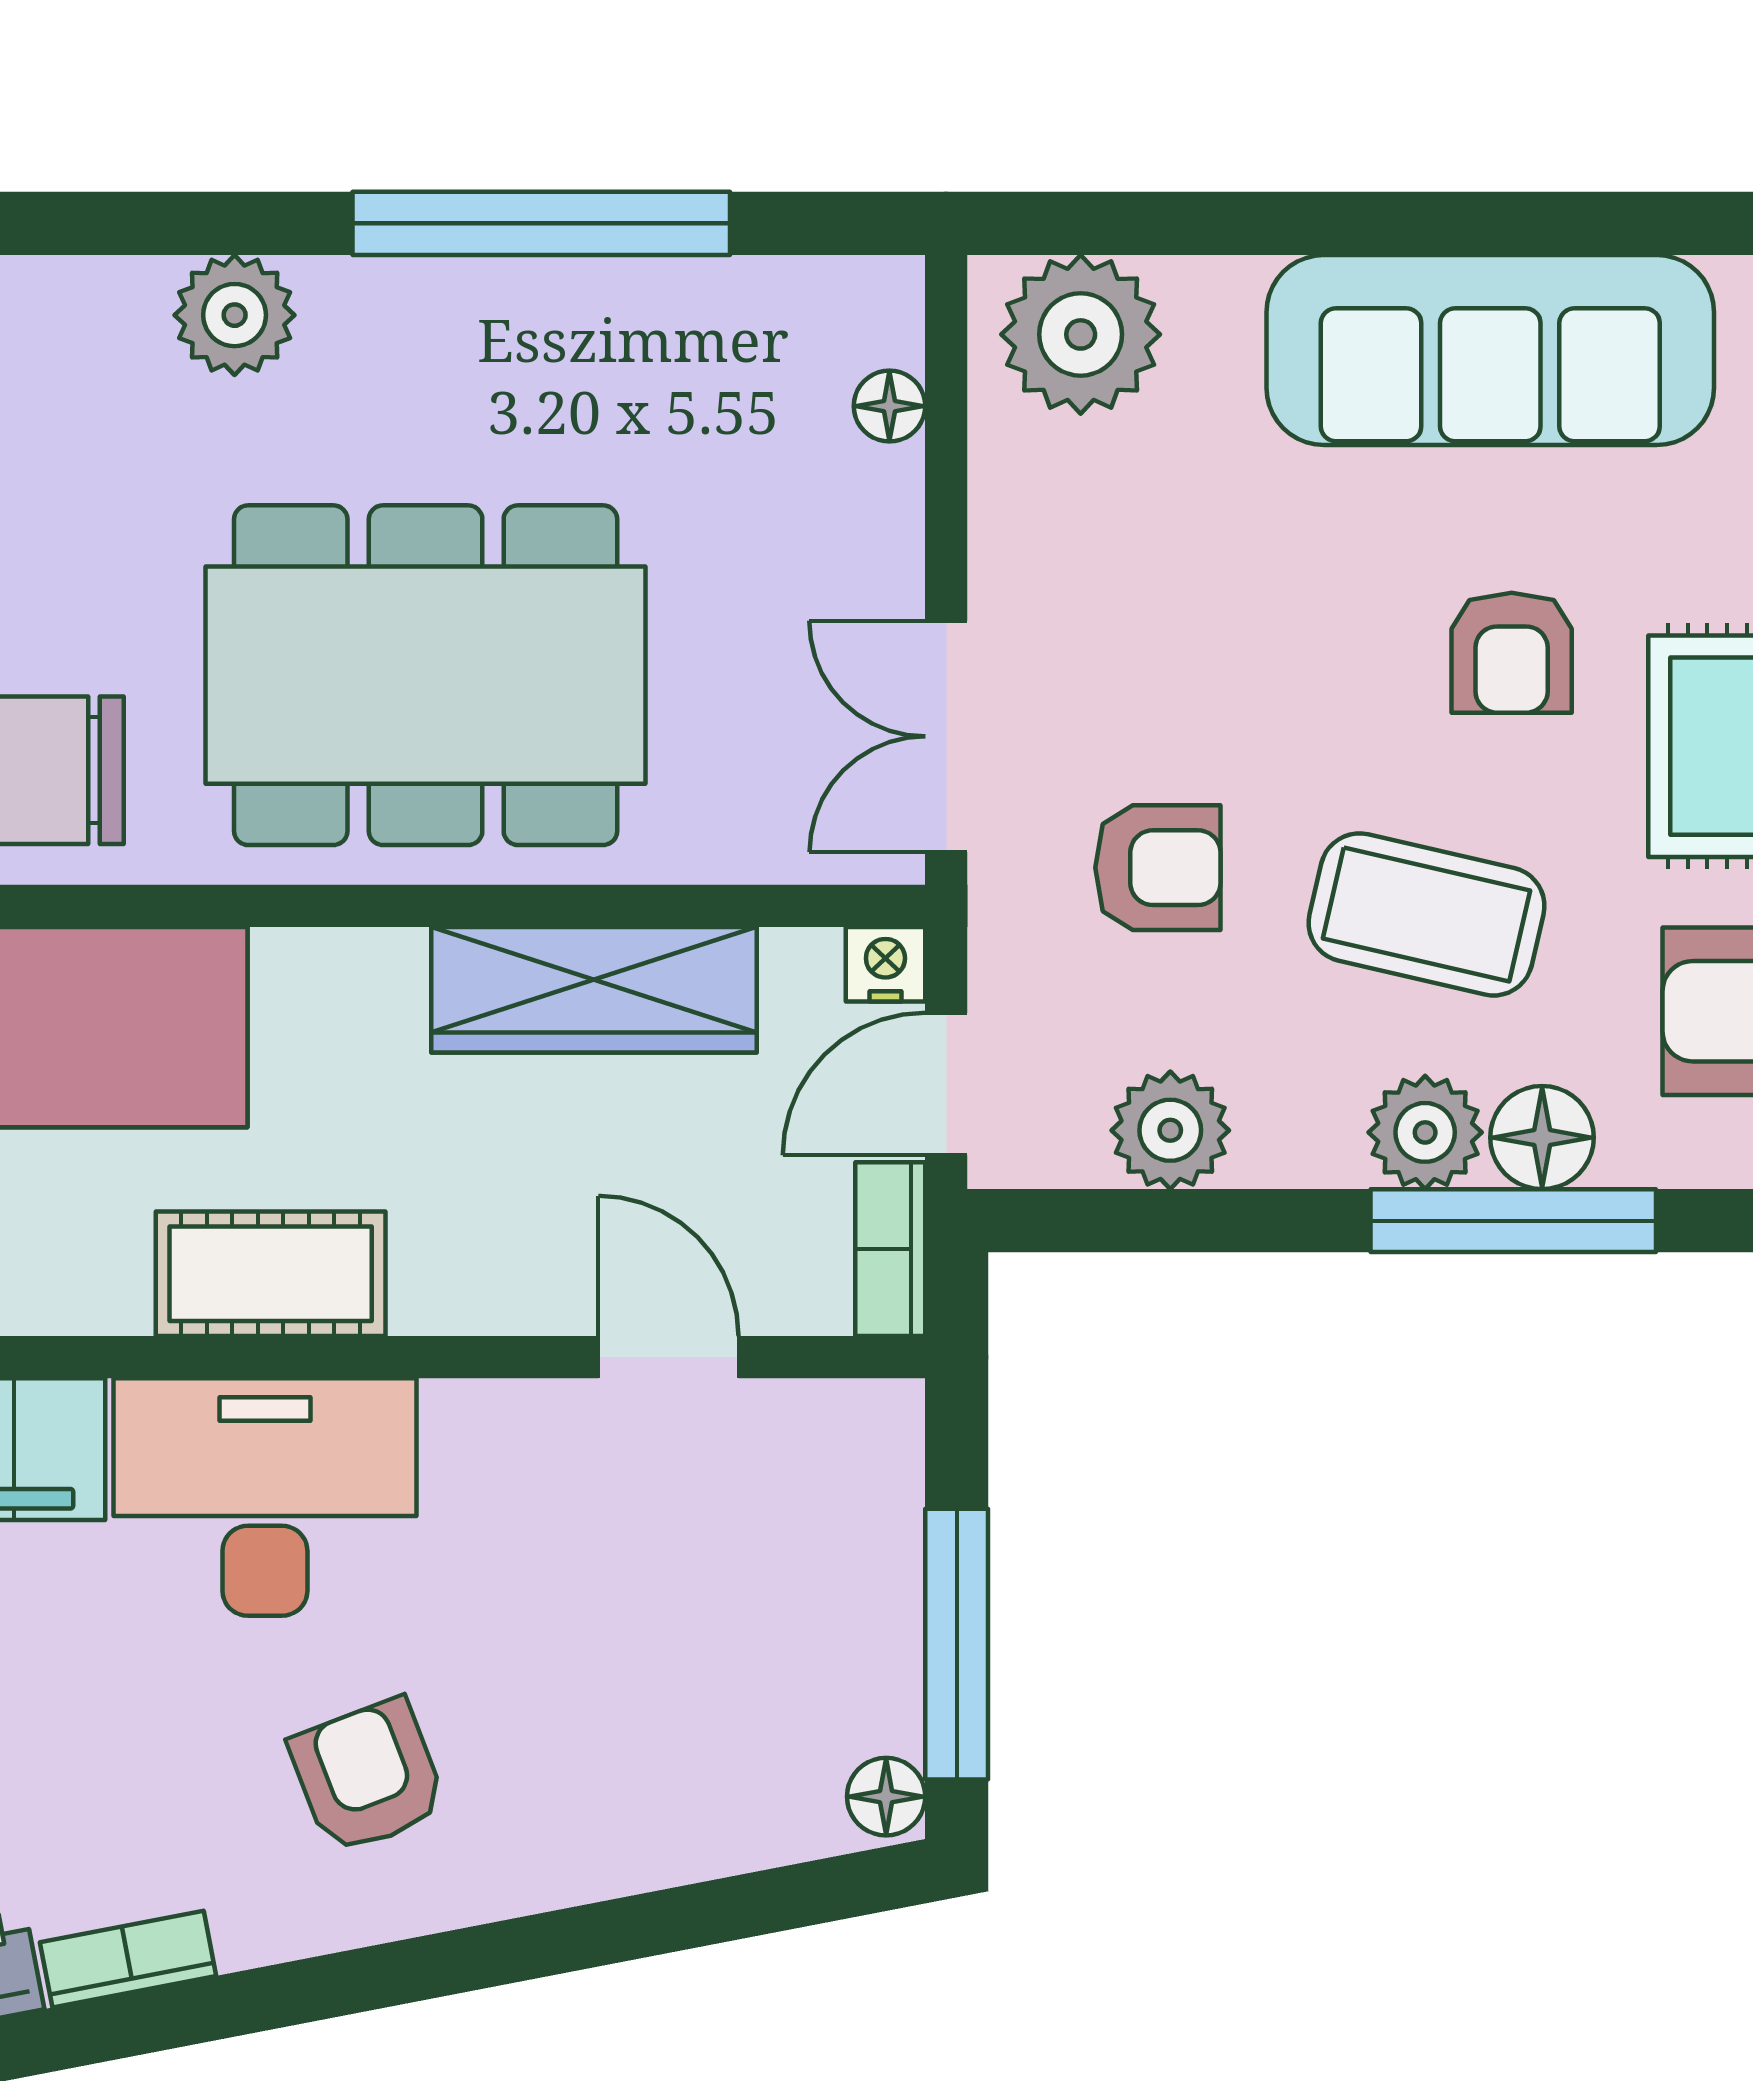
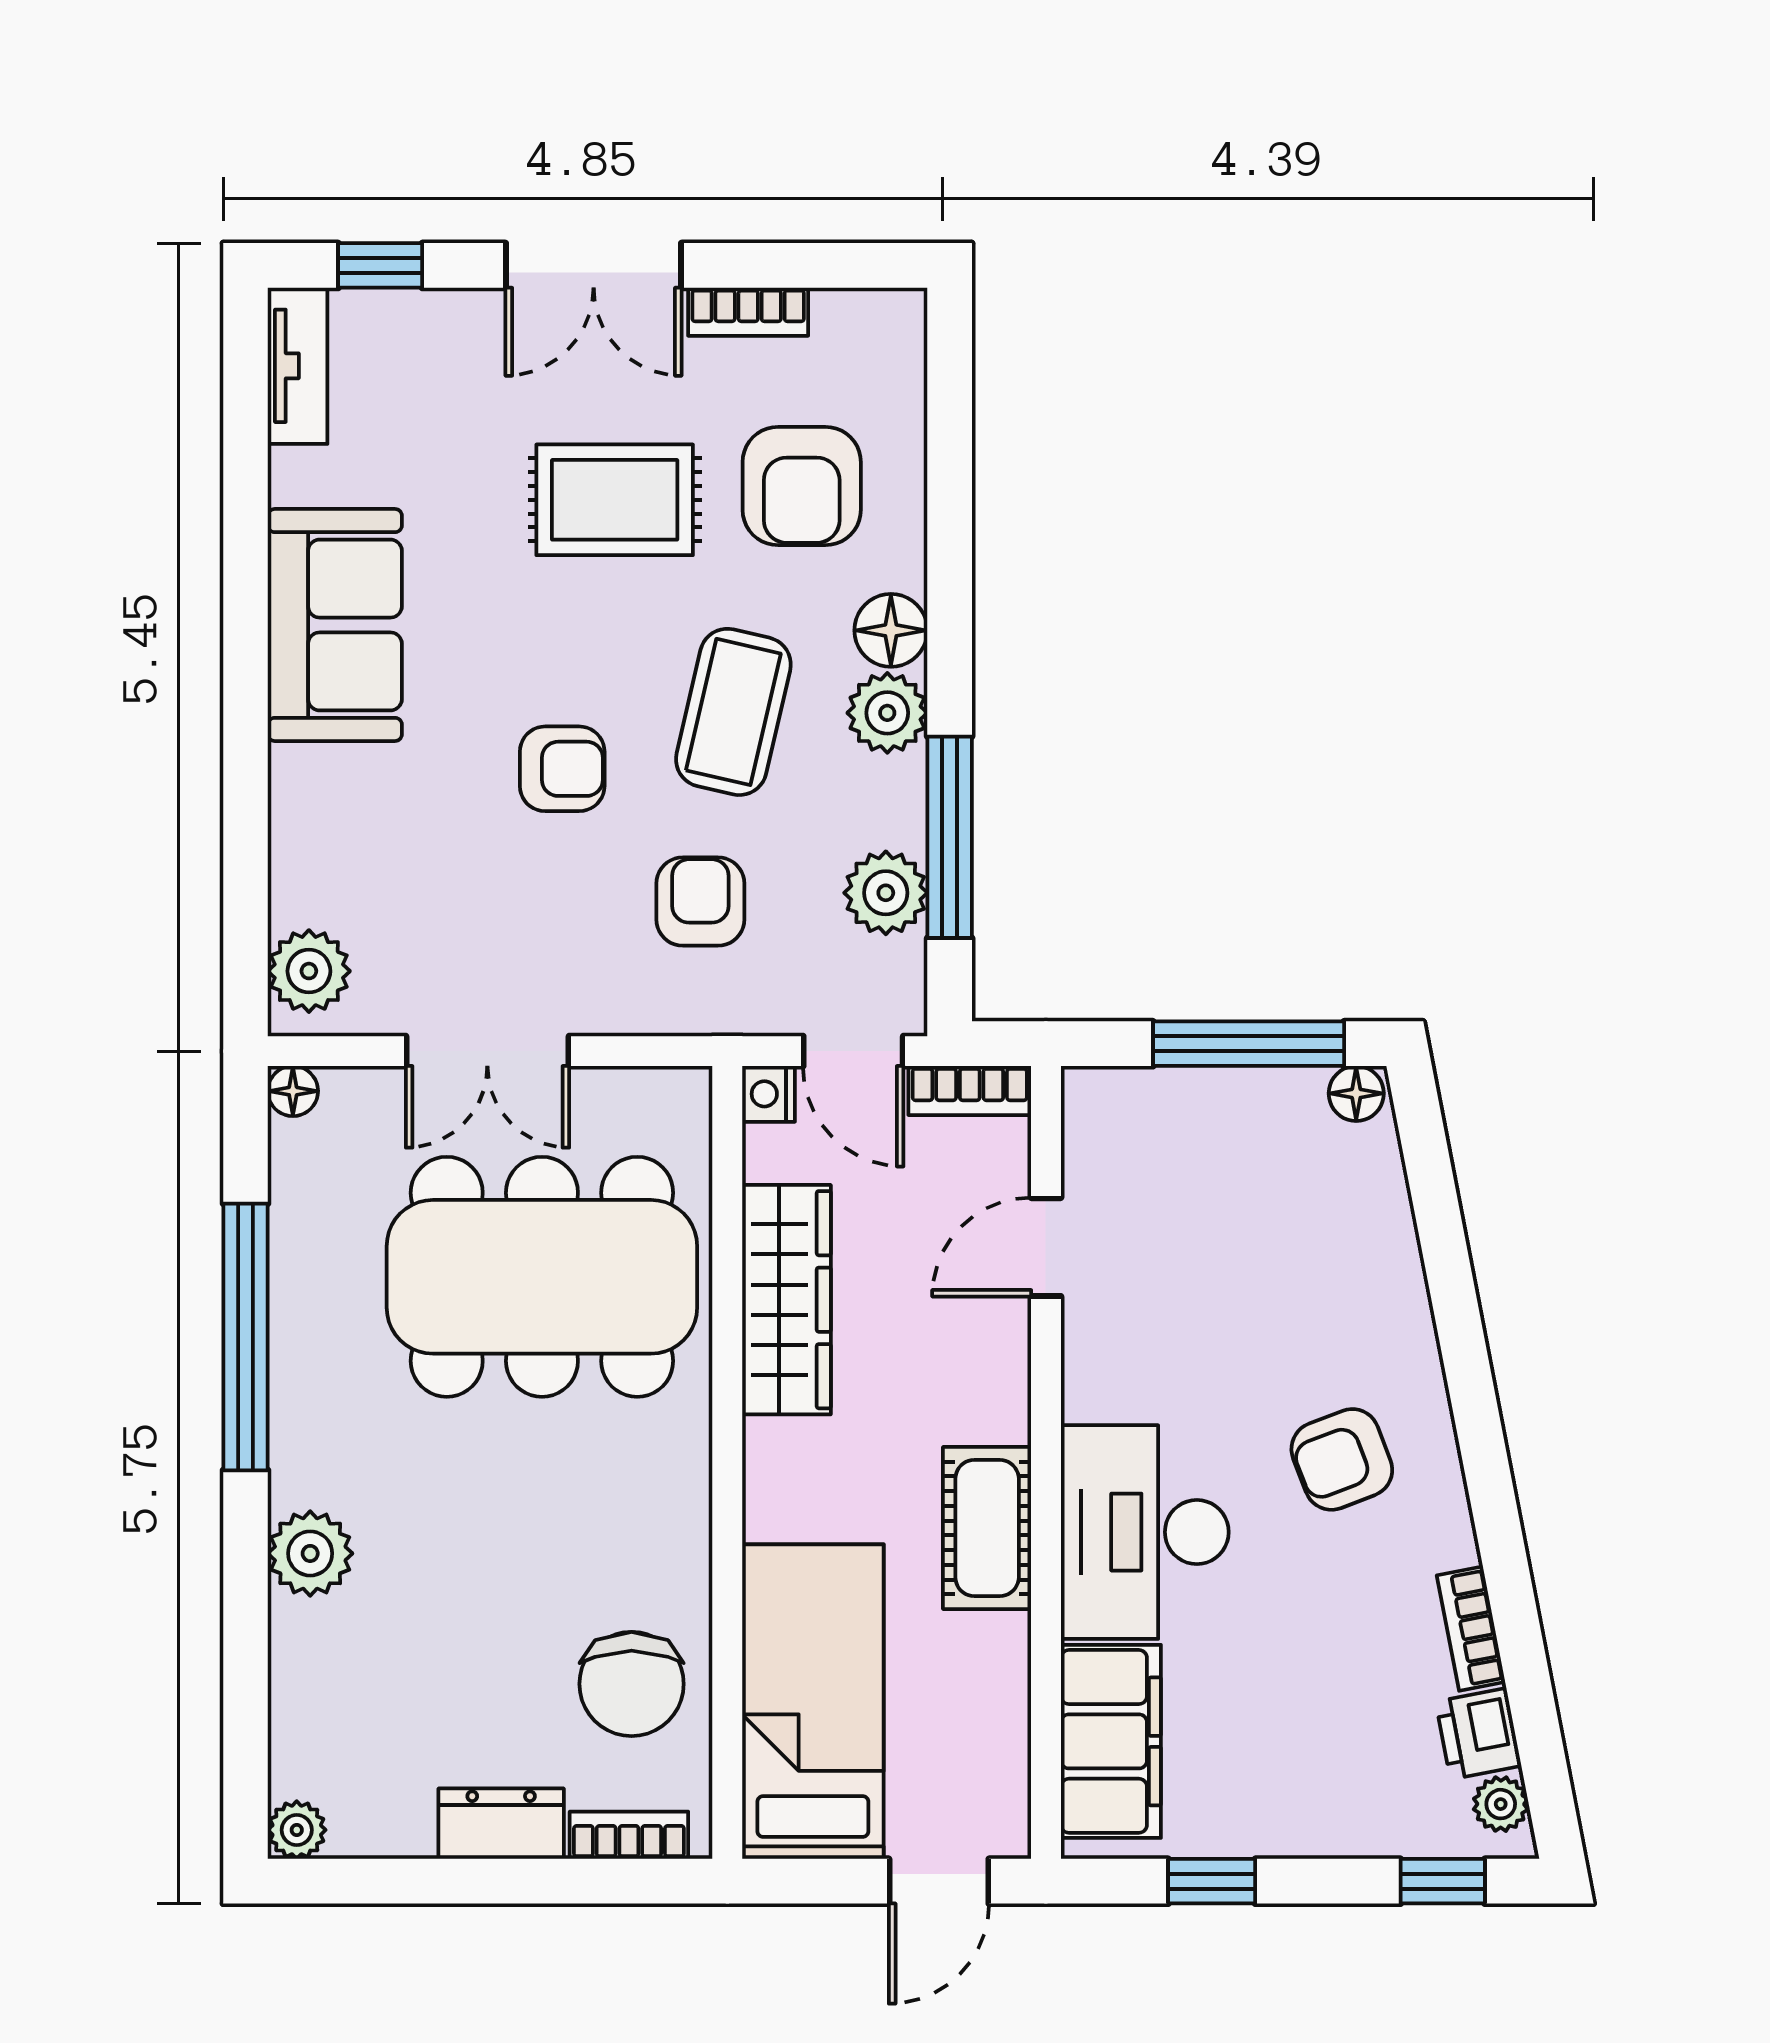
plant: (1081, 334) -> (309, 971), width x0.73, depth x0.73
sofa: (1490, 350) -> (335, 625), width x0.73
floor lamp: (889, 406) -> (293, 1091), moved
armchair: (1512, 653) -> (562, 769), moved
dining table: (426, 675) -> (542, 1277), moved, turned 90
double door: (946, 736) -> (487, 1051), moved
window: (1513, 1221) -> (950, 837), moved

